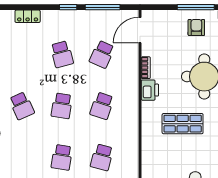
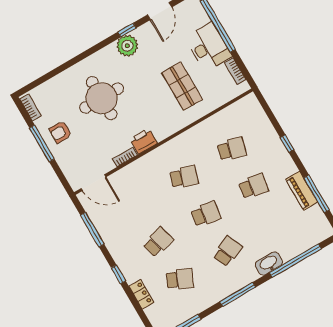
window: (68, 7) -> (118, 274), moved
school desk: (102, 54) -> (180, 279), moved
shop shelf: (183, 124) -> (182, 86), moved

